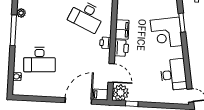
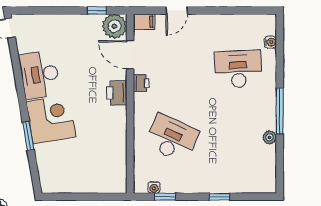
filing cabinet: (122, 30) -> (117, 121), removed
printer: (105, 43) -> (141, 83), moved
desk: (174, 75) -> (40, 75), moved
door: (78, 101) -> (177, 11), width x0.53

